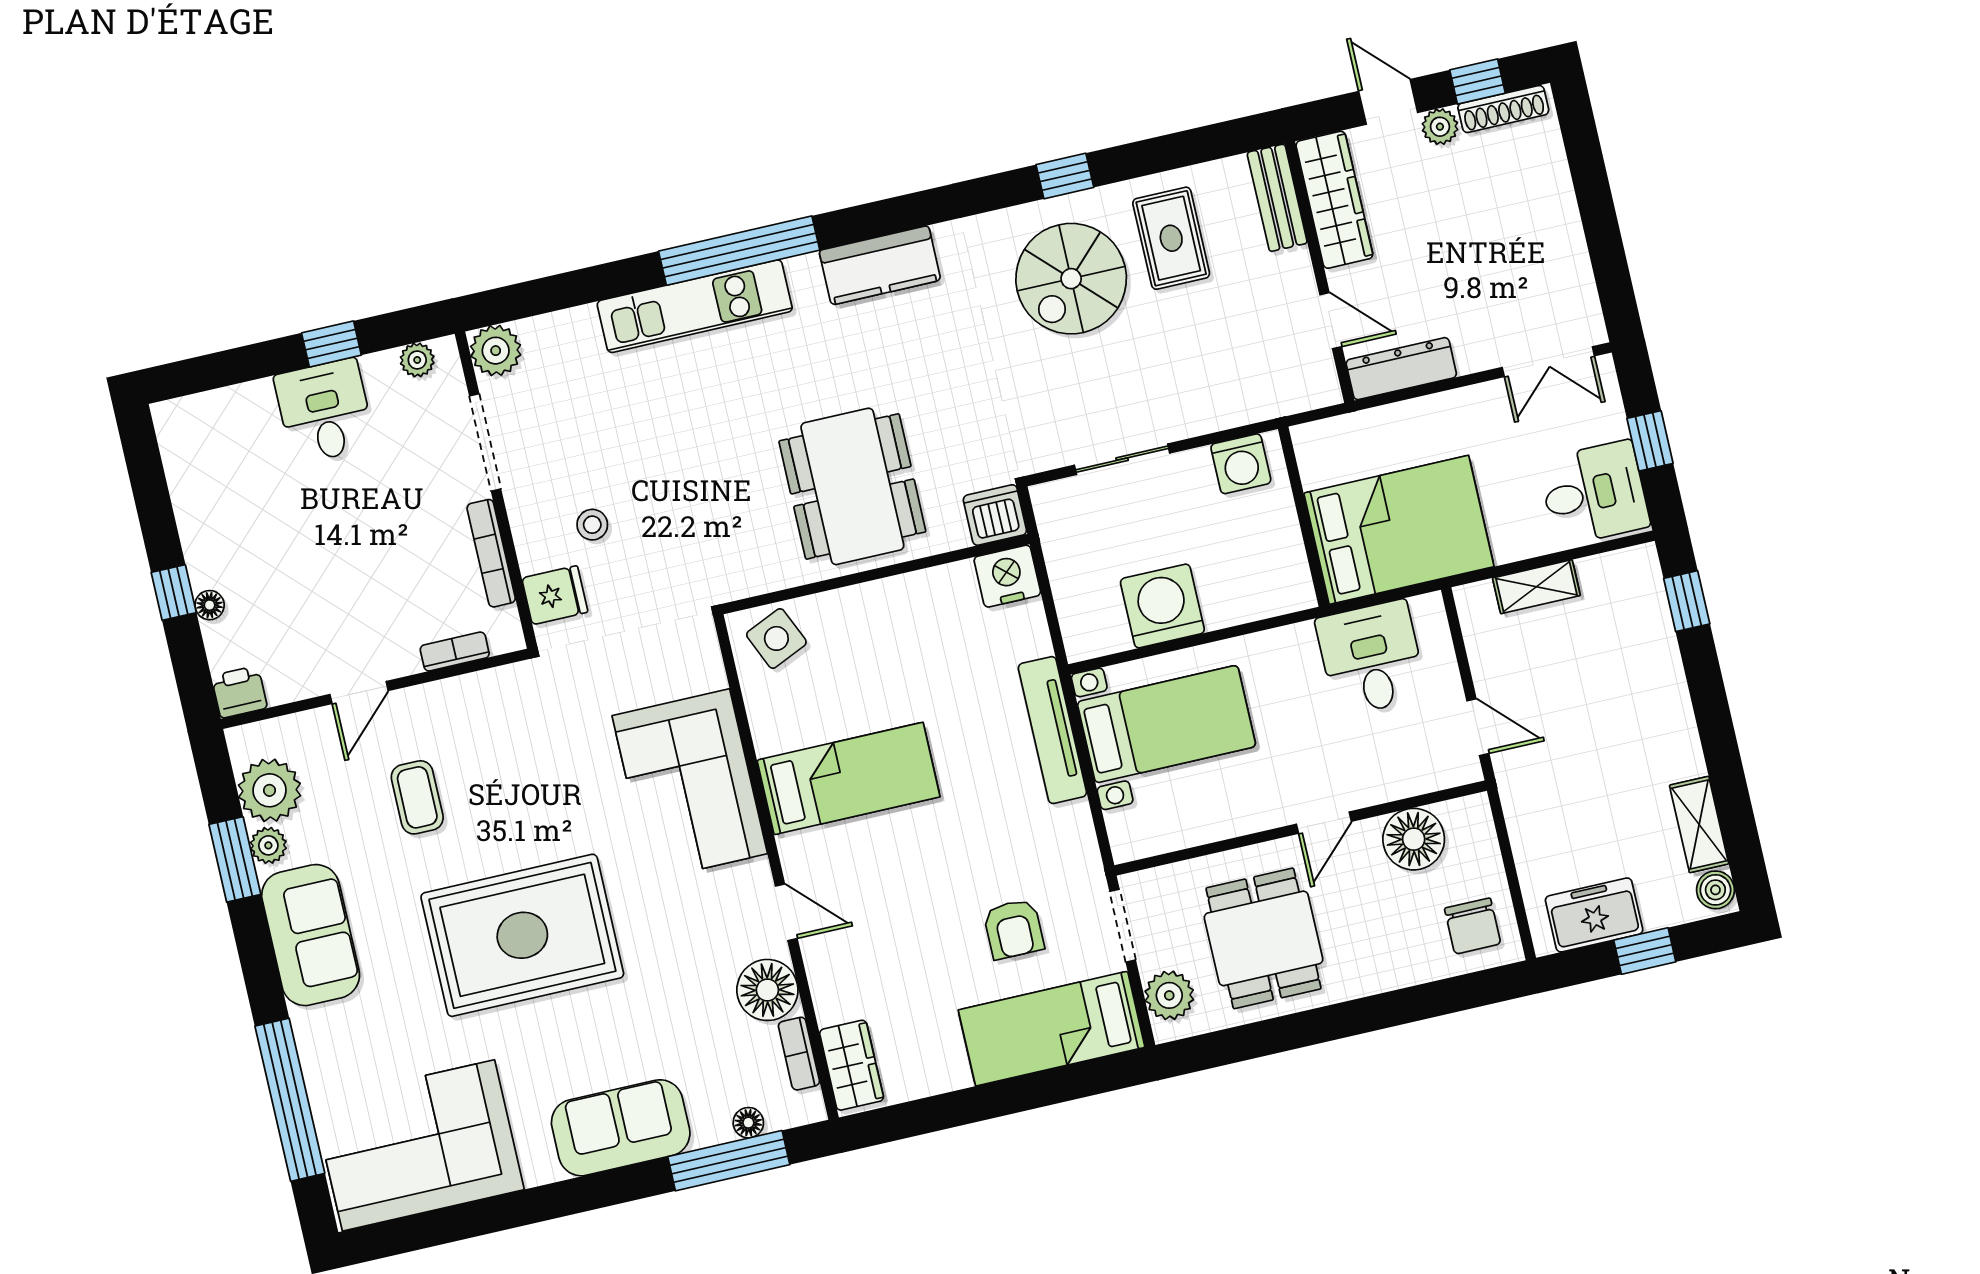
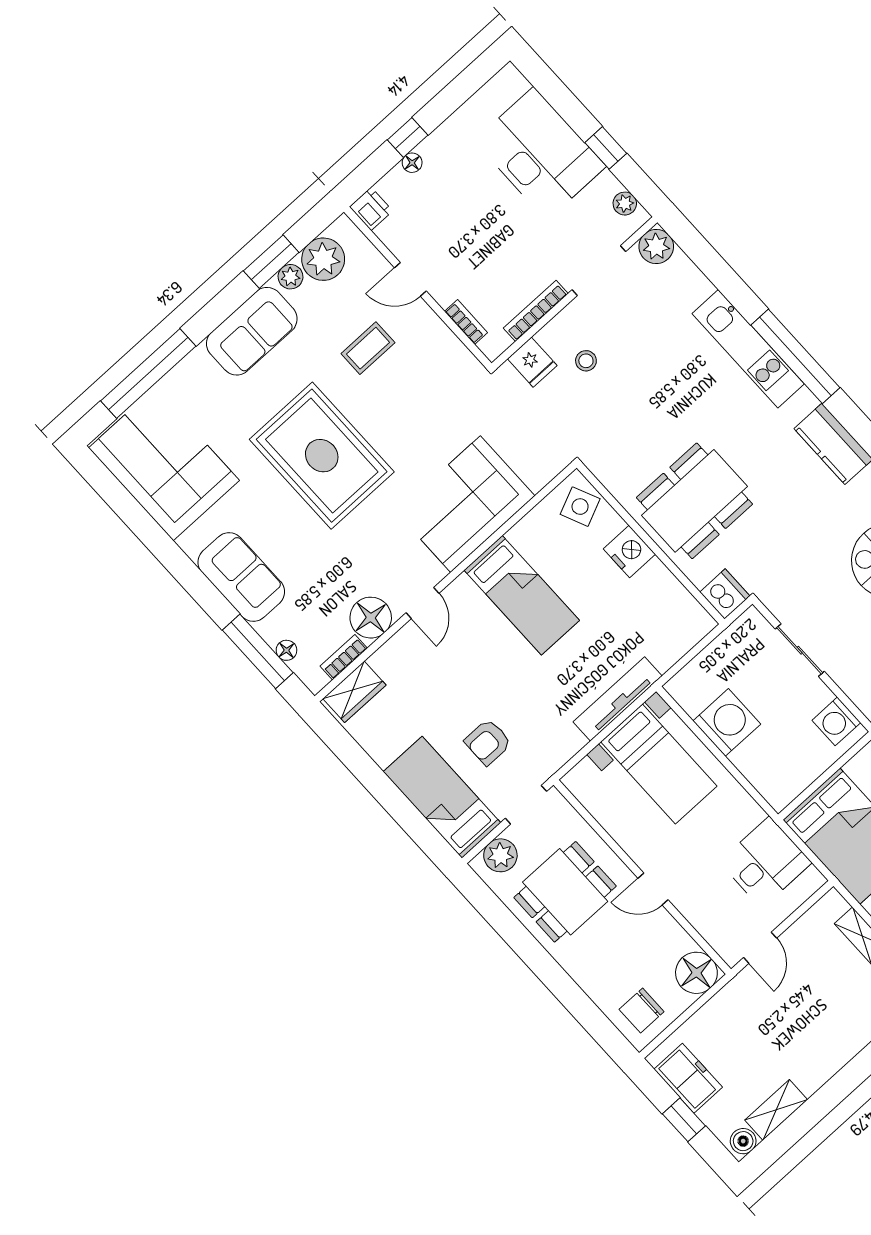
desk: (325, 411) -> (540, 154), width x1.87, depth x1.30
nightstand: (1007, 576) -> (629, 552), moved
floor lamp: (1414, 839) -> (696, 973), moved

